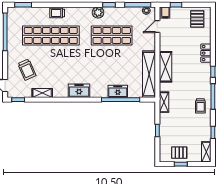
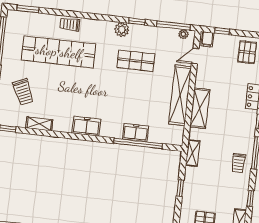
shop shelf: (112, 35) -> (136, 61), width x0.70, depth x0.74
shelving: (149, 74) -> (180, 95), moved

